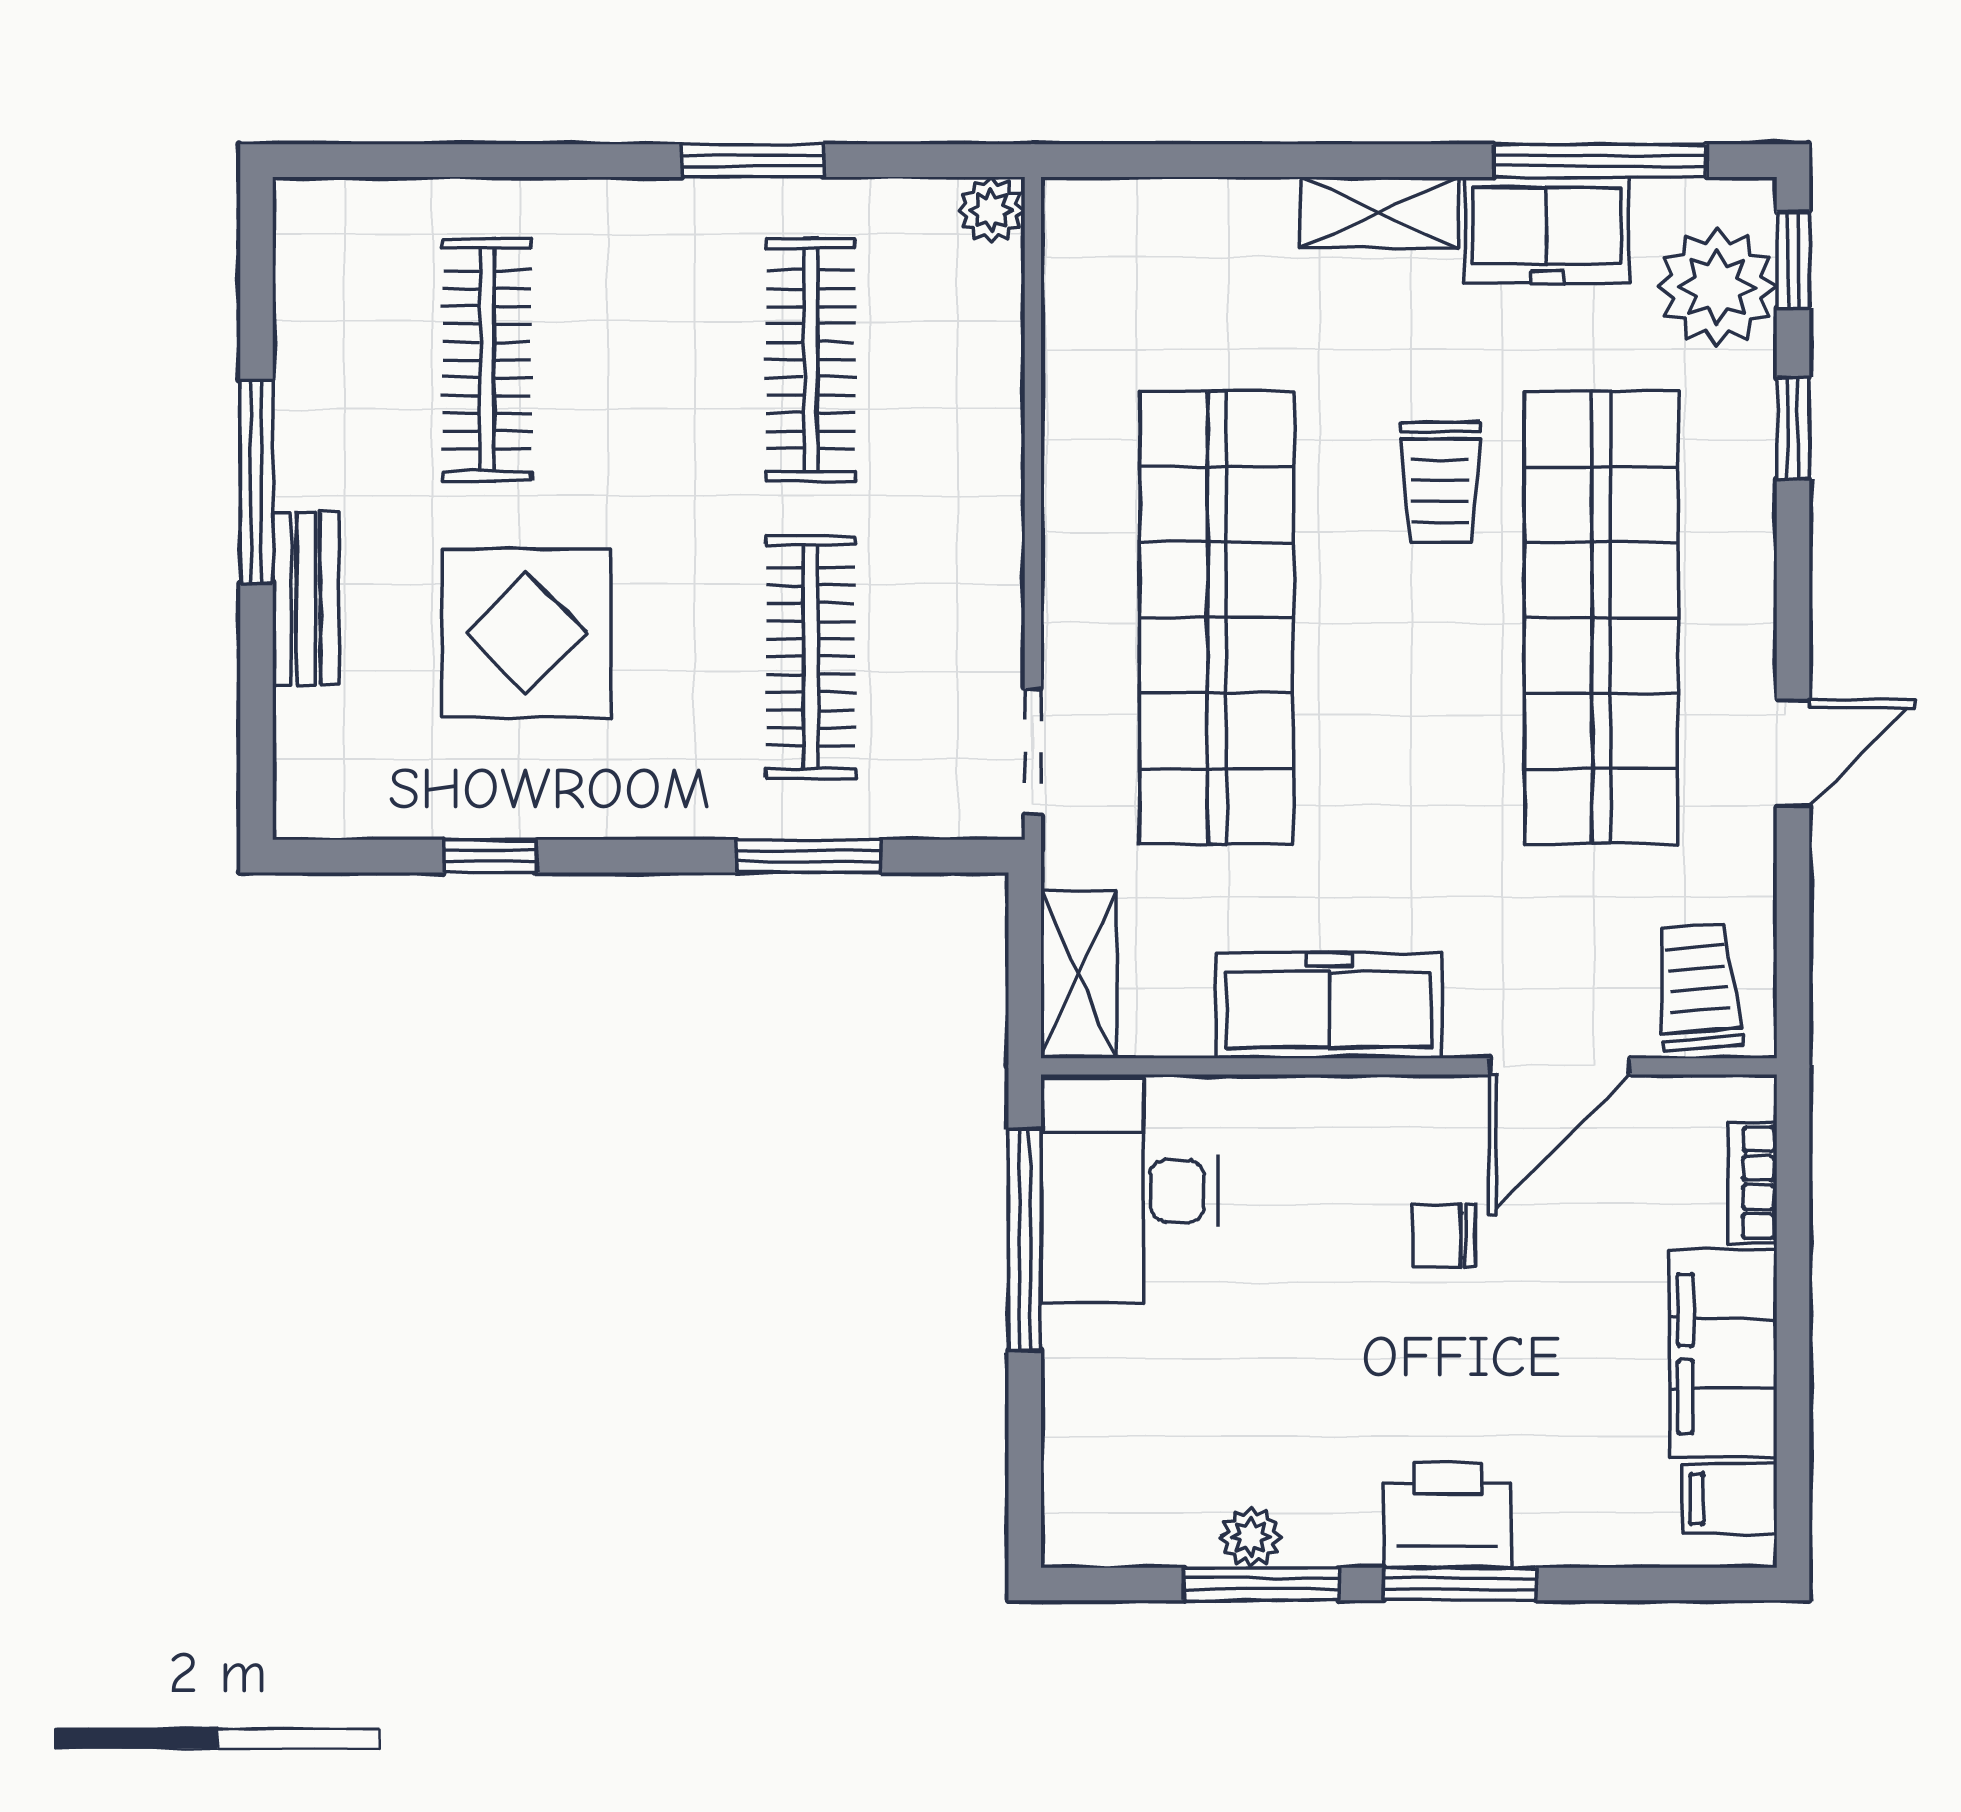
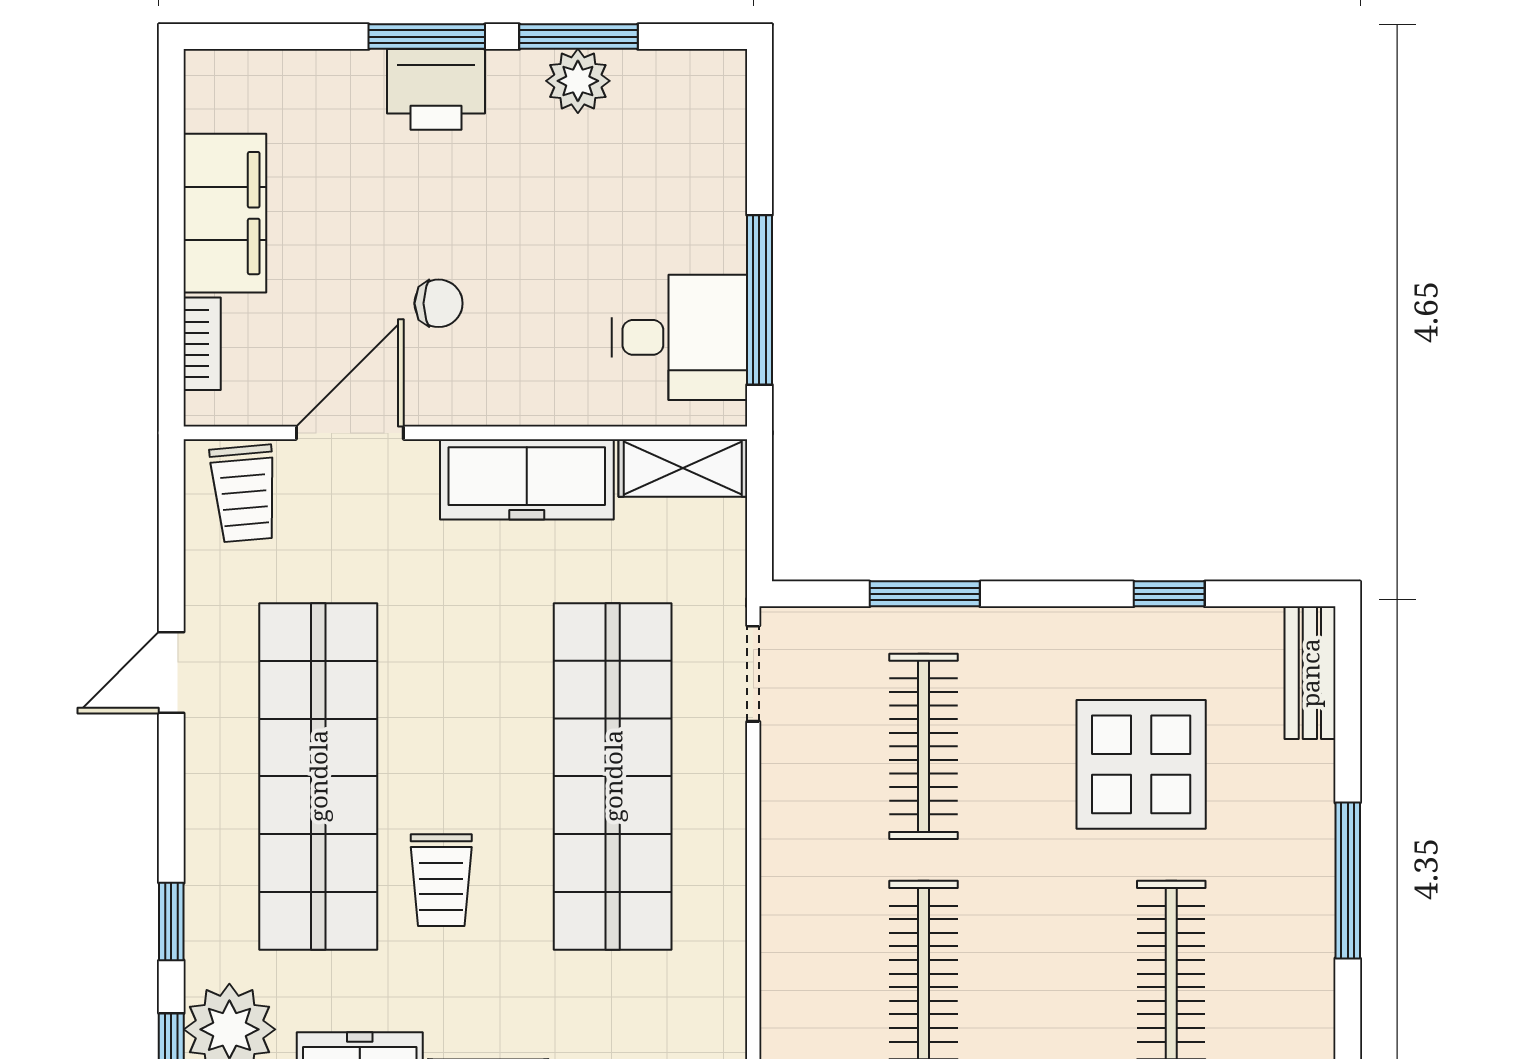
trolley: (1440, 482) -> (441, 880), turned 180
bench: (306, 599) -> (1310, 673), moved
shelving: (1079, 974) -> (683, 468), moved, turned 90
desk: (1129, 1191) -> (679, 337), width x0.73
filing cabinet: (1730, 1499) -> (220, 102), removed
plant: (1251, 1537) -> (578, 81), width x1.38, depth x1.38

